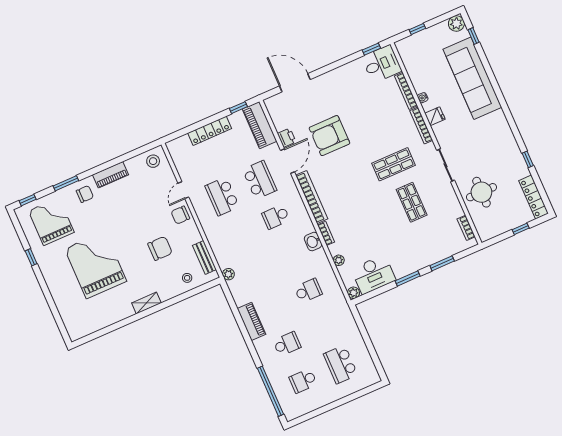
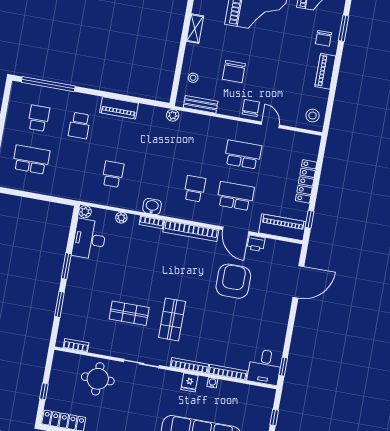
school desk: (260, 180) -> (235, 196), turned 180
school desk: (308, 291) -> (113, 174), turned 180

